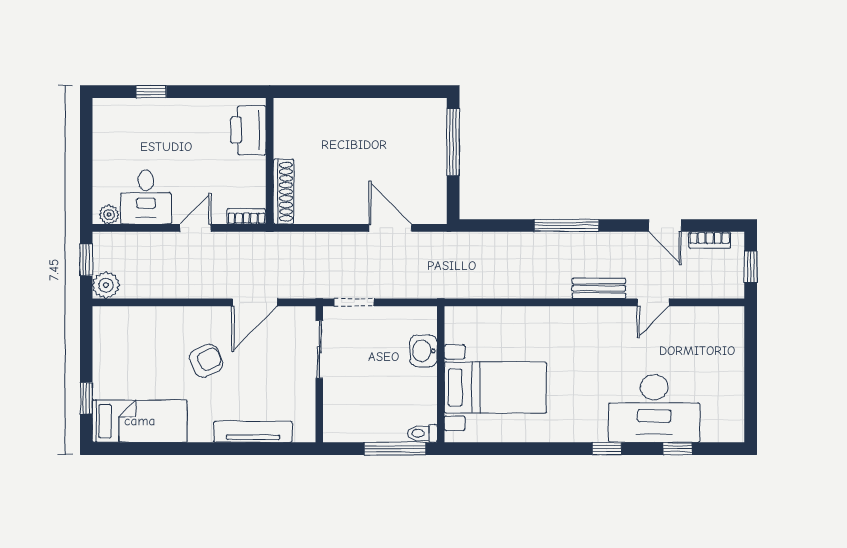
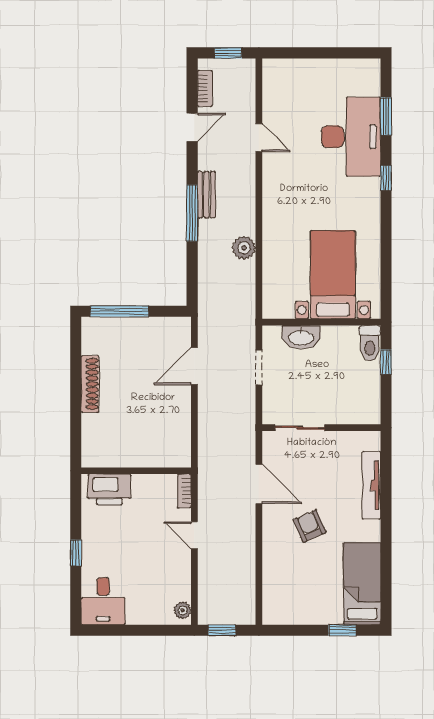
window: (151, 92) -> (76, 553), moved
shoe rack: (283, 192) -> (90, 384), moved, turned 90
desk: (146, 197) -> (103, 601), moved, turned 90
plant: (106, 285) -> (244, 248), moved
bench: (599, 288) -> (206, 195), moved
doorway: (354, 302) -> (259, 367), moved
washbasin: (423, 351) -> (301, 337), width x1.38
toilet: (422, 433) -> (370, 343), width x1.37, depth x1.39
window: (395, 449) -> (386, 362), width x0.46
window: (678, 449) -> (386, 116), width x1.50

